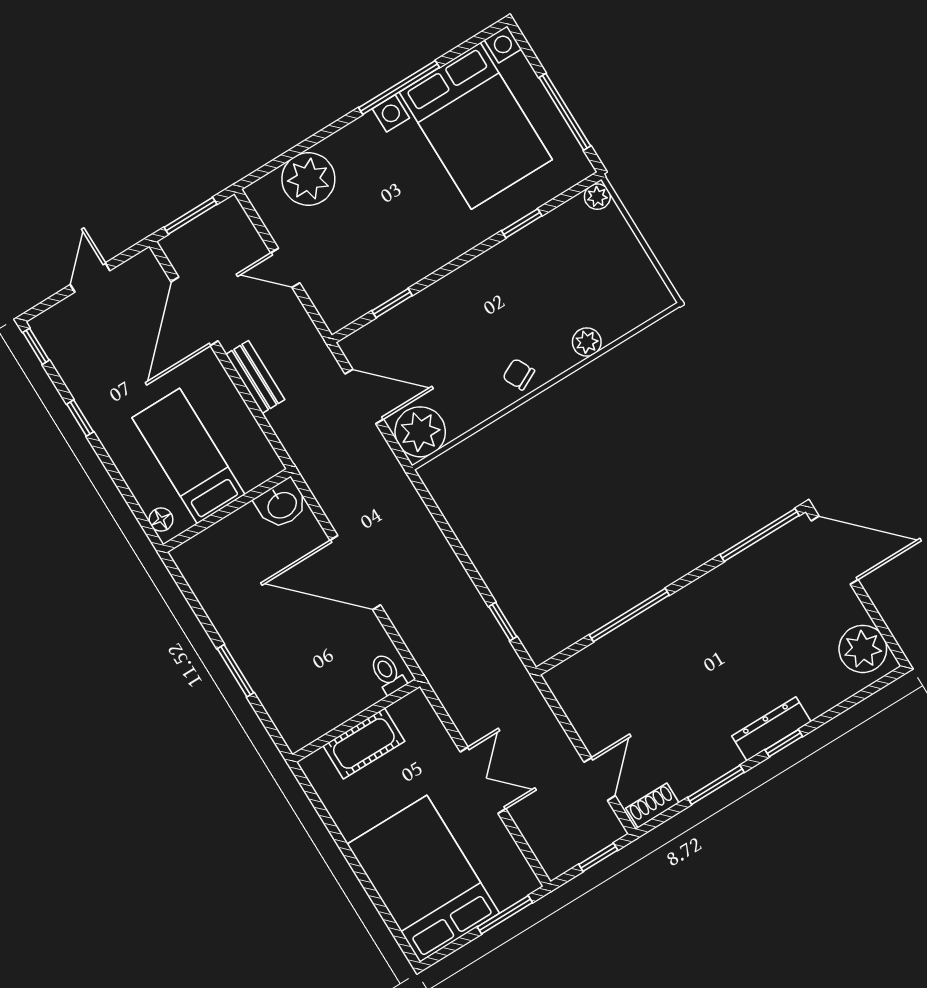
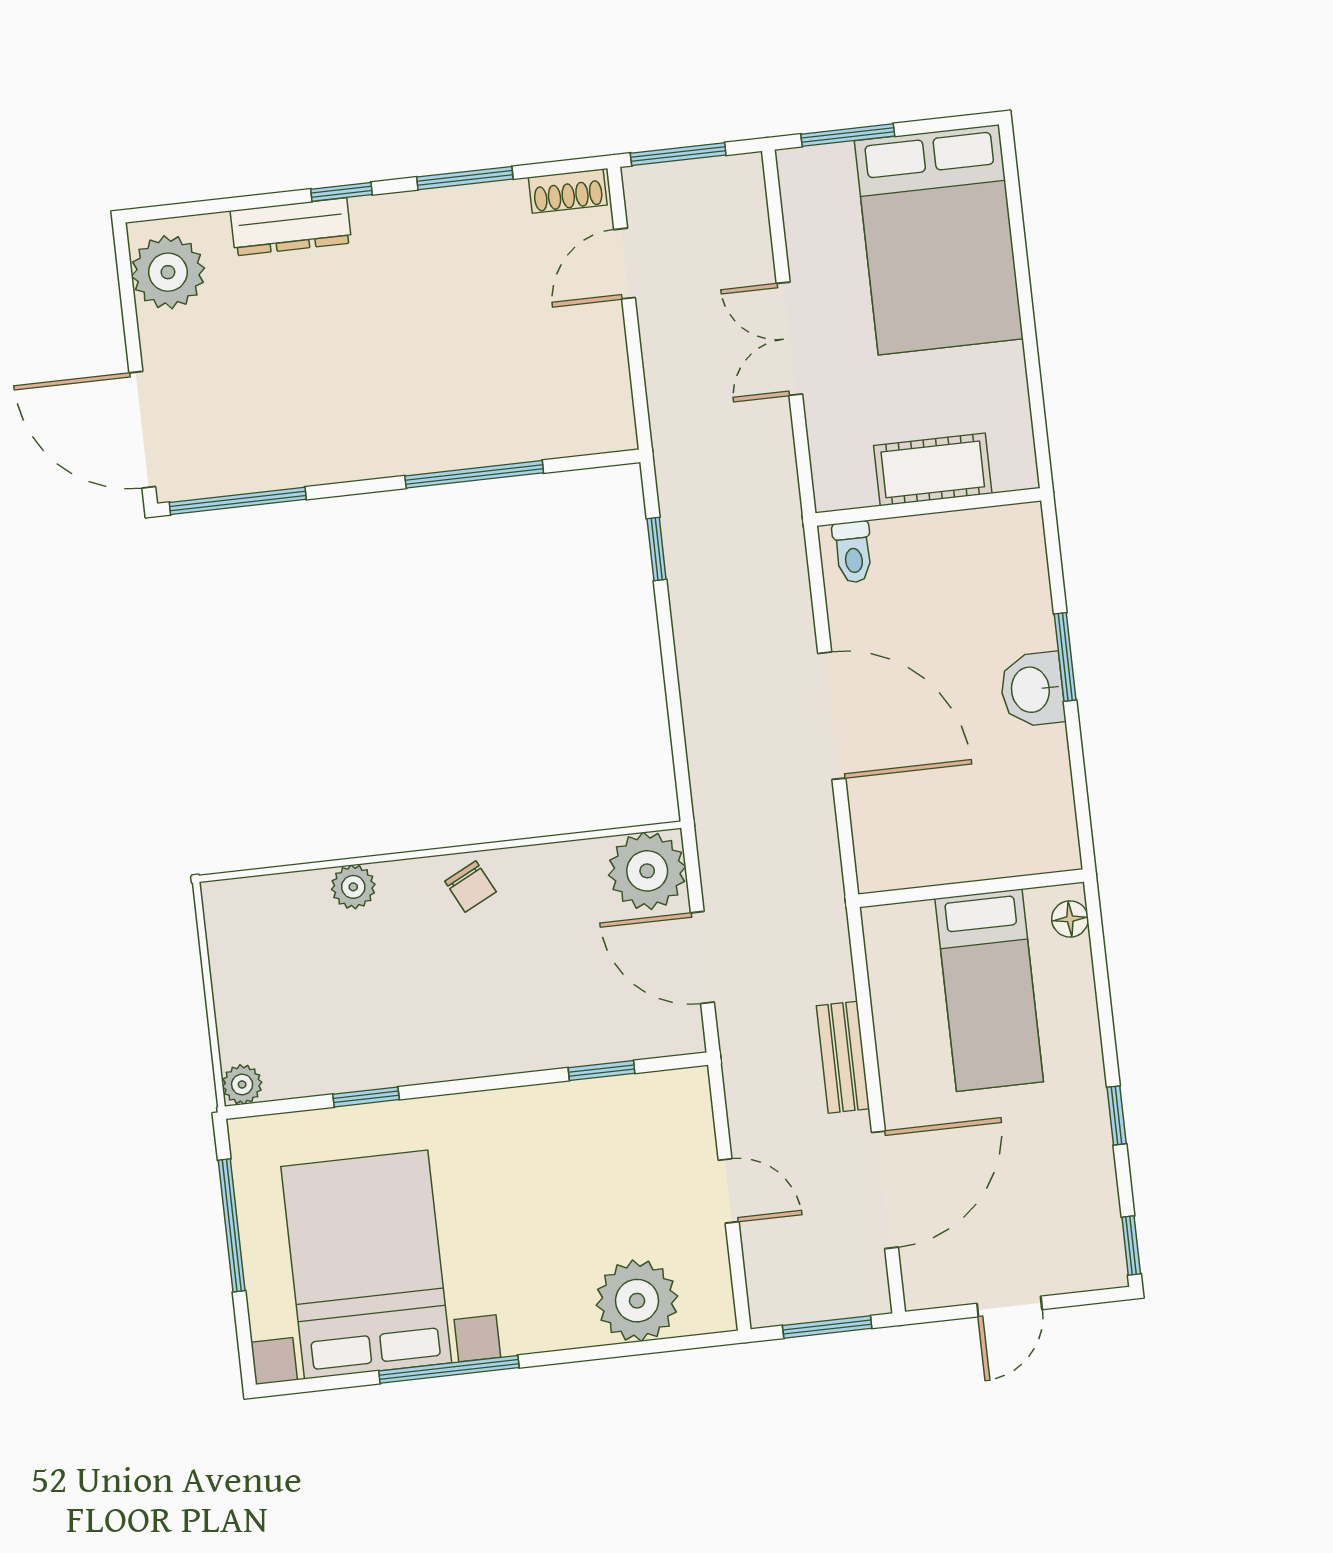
washbasin: (282, 504) -> (1032, 690), moved, turned -90
dresser: (771, 729) -> (291, 227), moved
window: (598, 857) -> (678, 154), width x1.50

